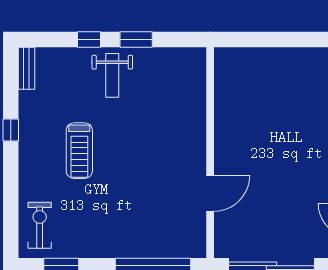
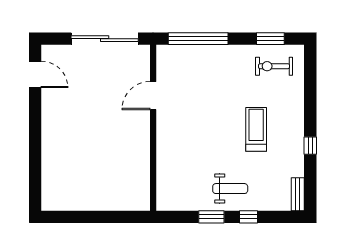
weight bench: (112, 75) -> (230, 189), turned 90
exercise bike: (40, 225) -> (274, 66), moved, turned 90

